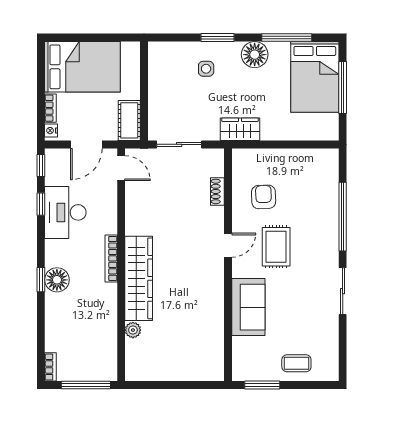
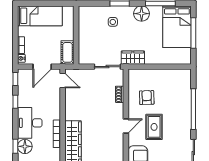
bed: (82, 67) -> (40, 16), width x0.67
sliding door: (179, 144) -> (107, 67), moved
desk: (65, 212) -> (30, 123), moved

